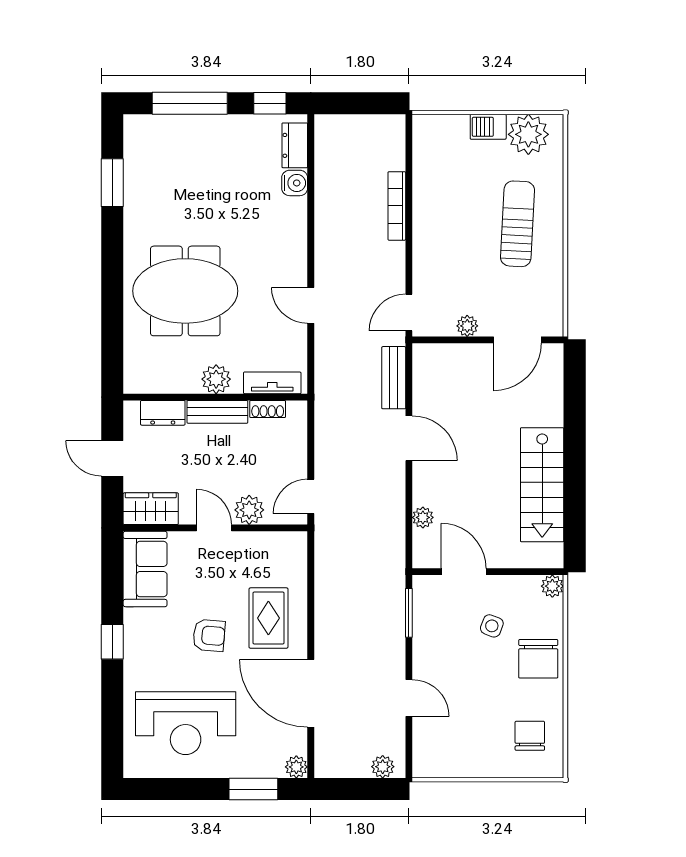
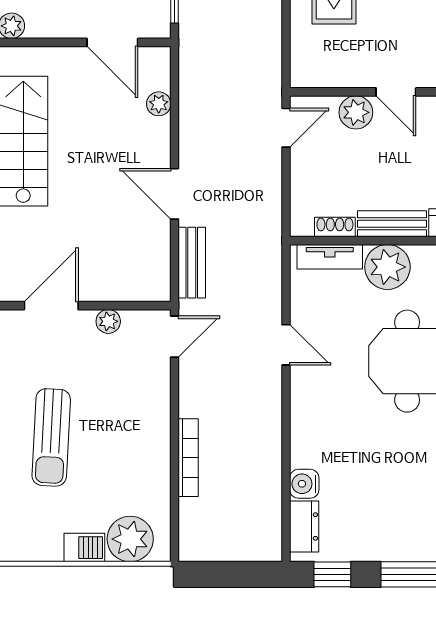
plant: (528, 134) -> (130, 539), moved
plant: (216, 379) -> (387, 267), width x1.36, depth x1.36

